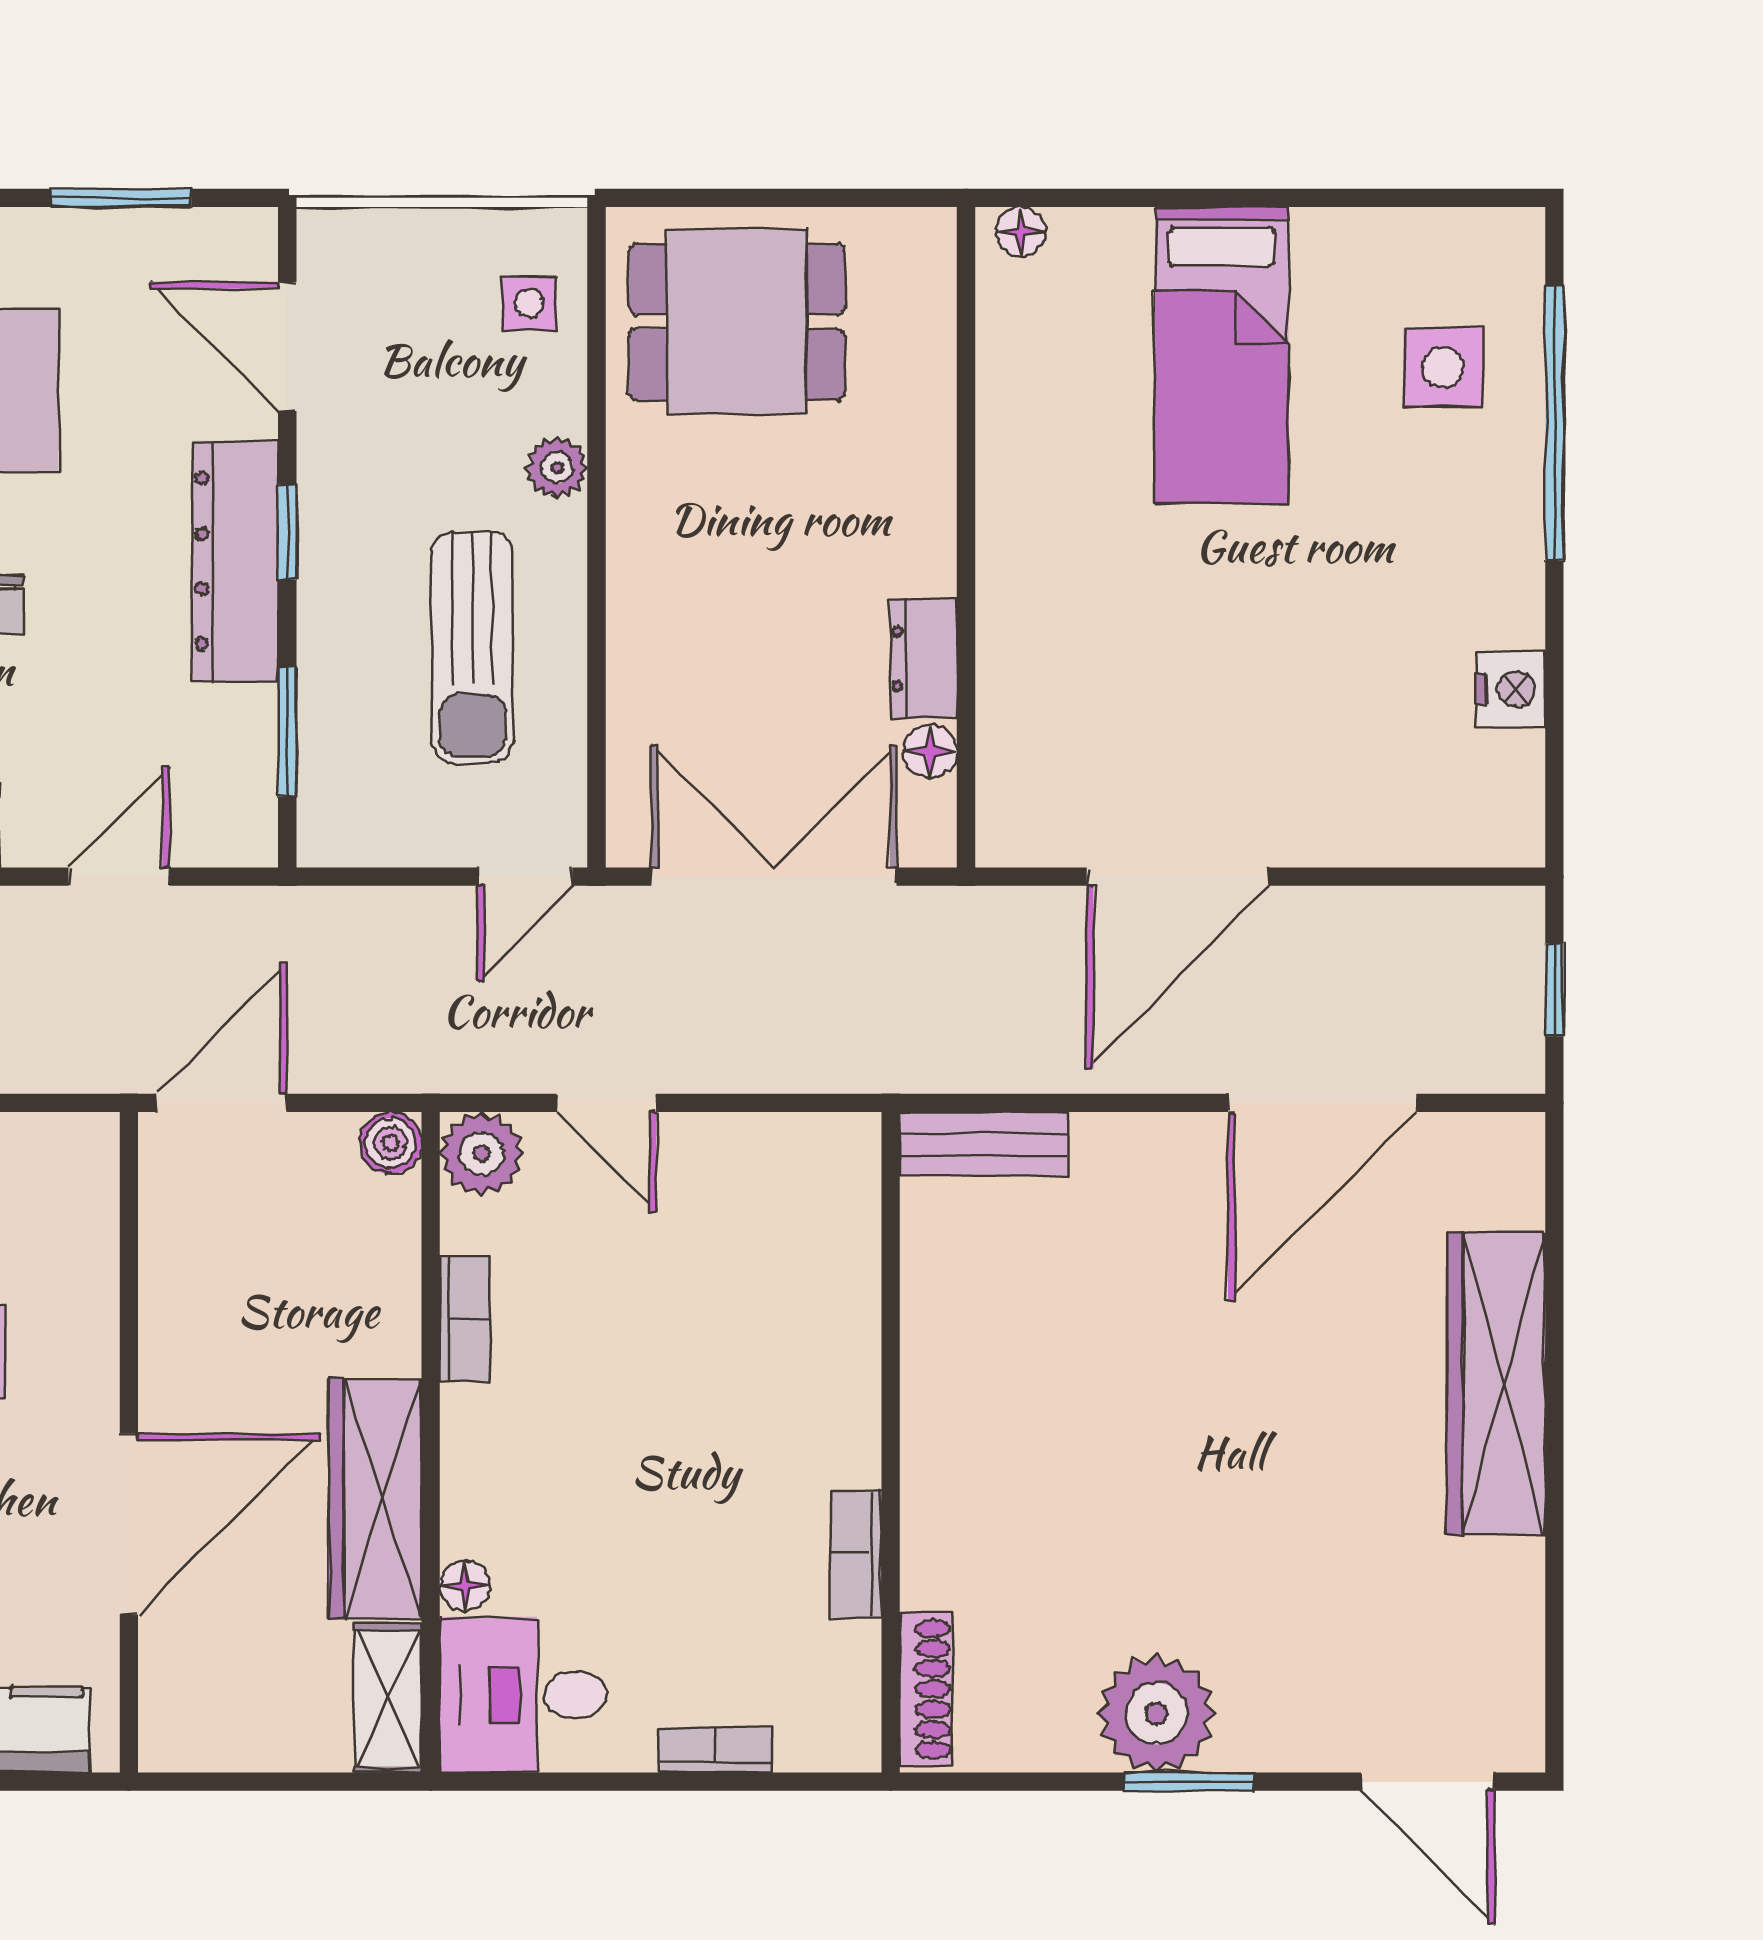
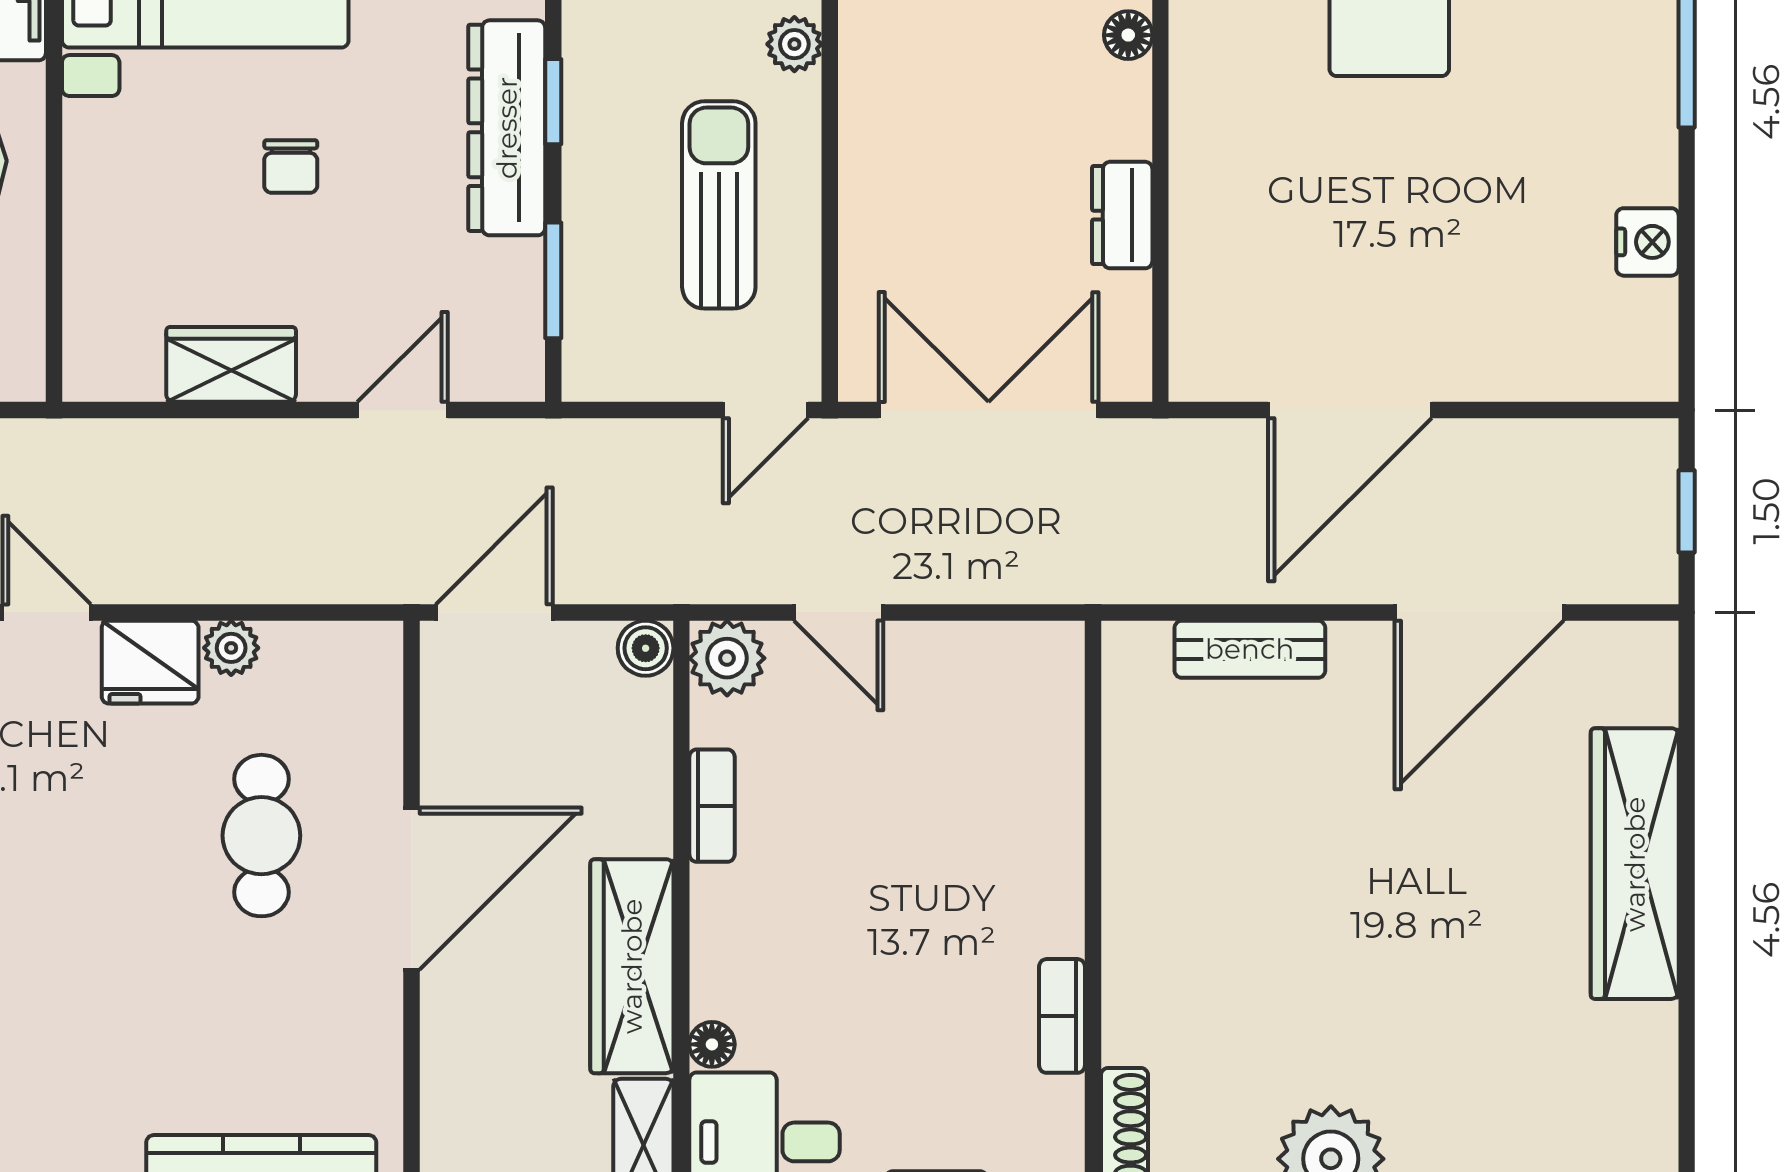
sun lounger: (472, 647) -> (719, 205), turned 180
floor lamp: (930, 751) -> (1128, 35), moved
bench: (984, 1144) -> (1250, 649), moved
door: (129, 1524) -> (411, 889), moved

